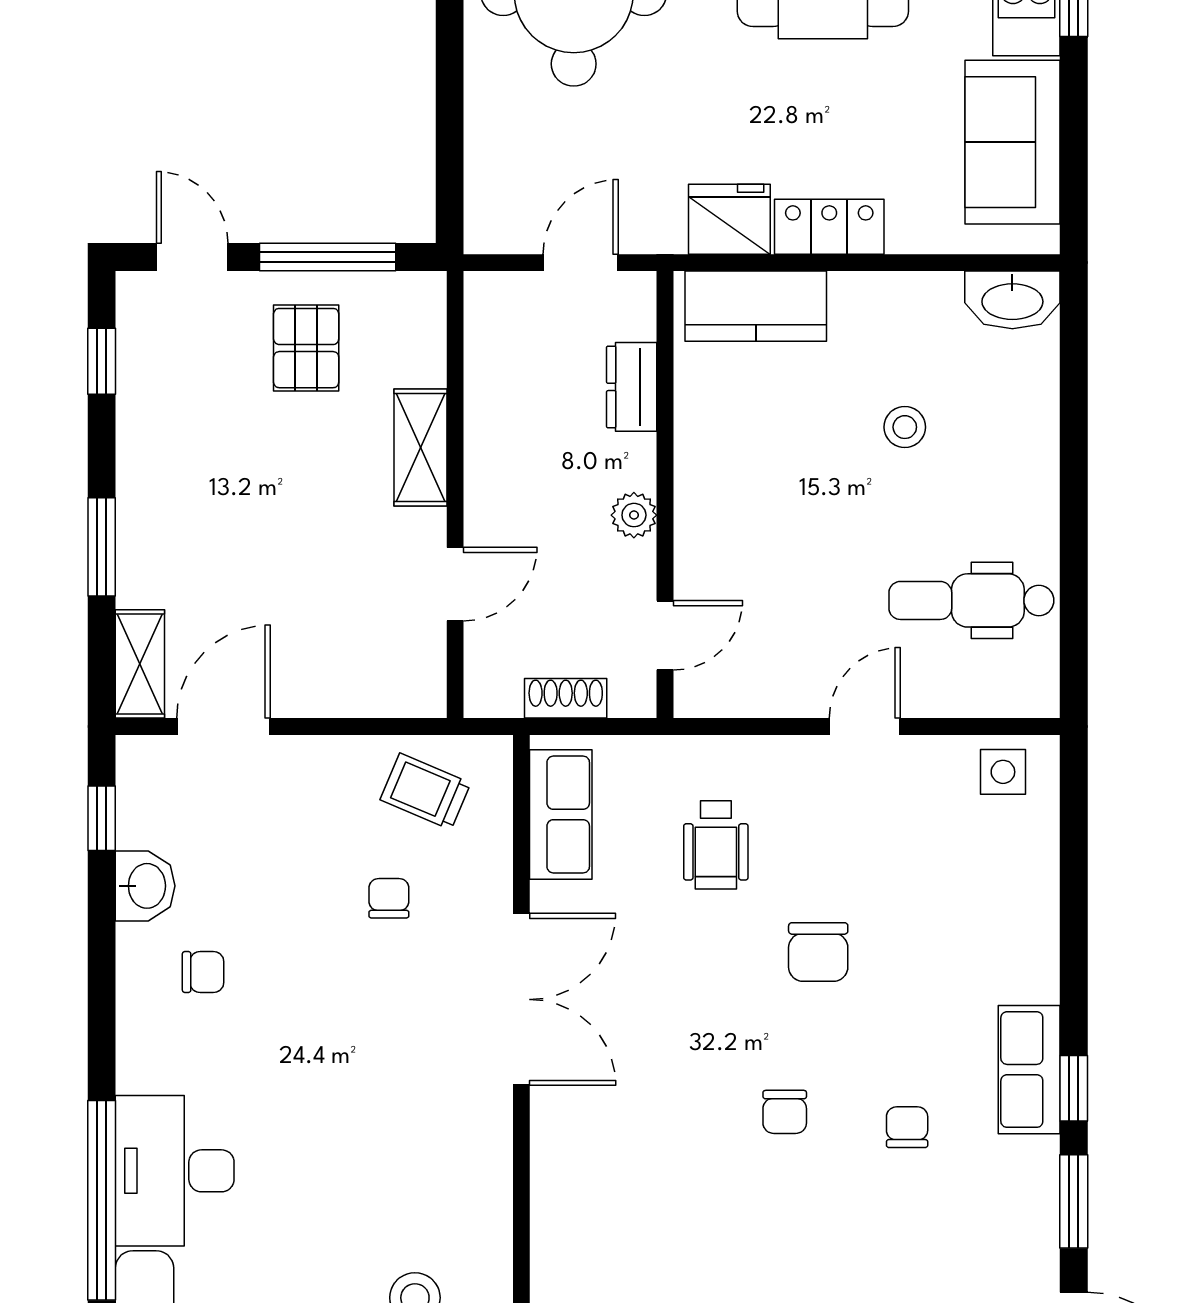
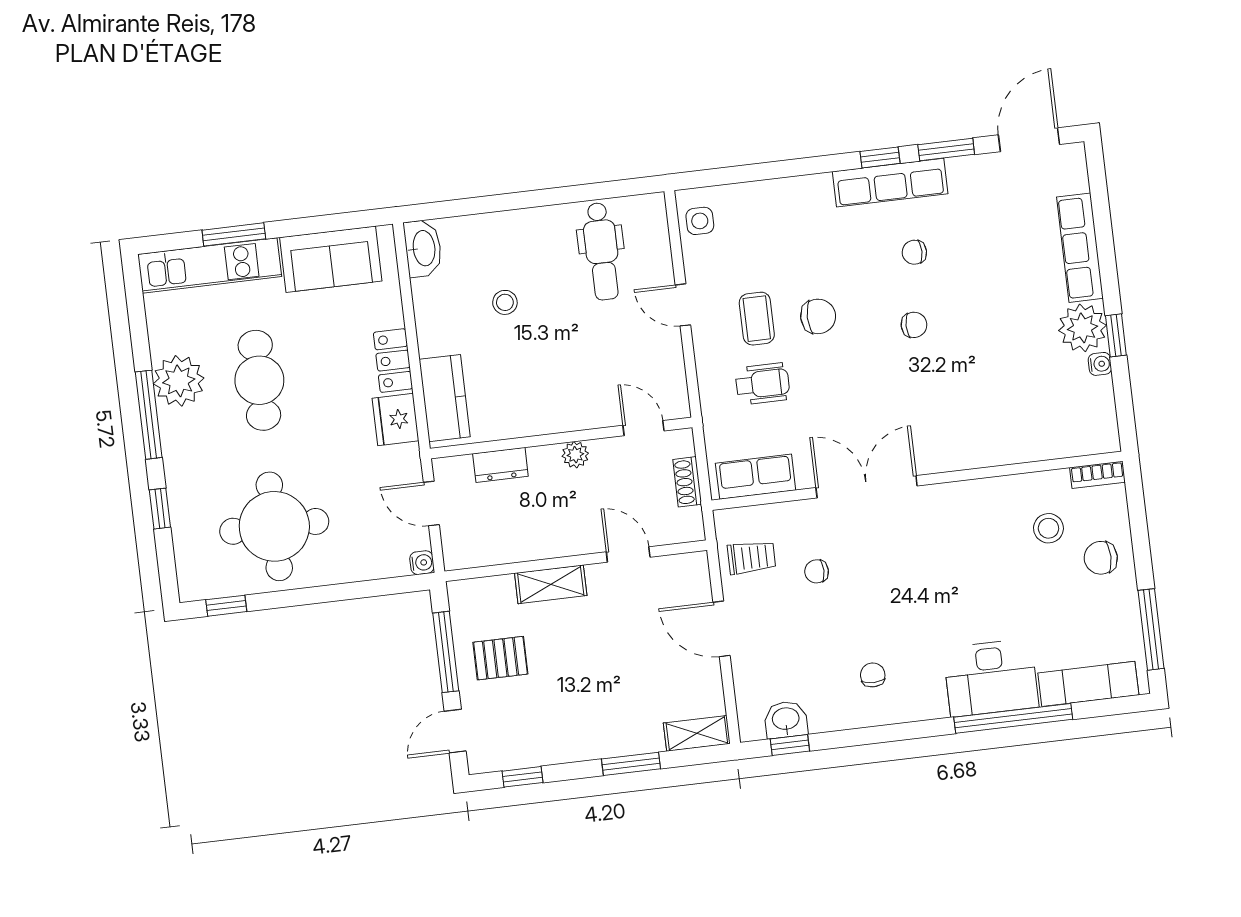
water cooler: (483, 235) -> (422, 563), added
door: (223, 727) -> (722, 629), moved
trolley: (425, 791) -> (751, 557), turned -113
coffee table: (827, 848) -> (757, 319), added
washbasin: (145, 886) -> (786, 720), moved
row of seats: (1029, 1070) -> (890, 183), width x1.48

